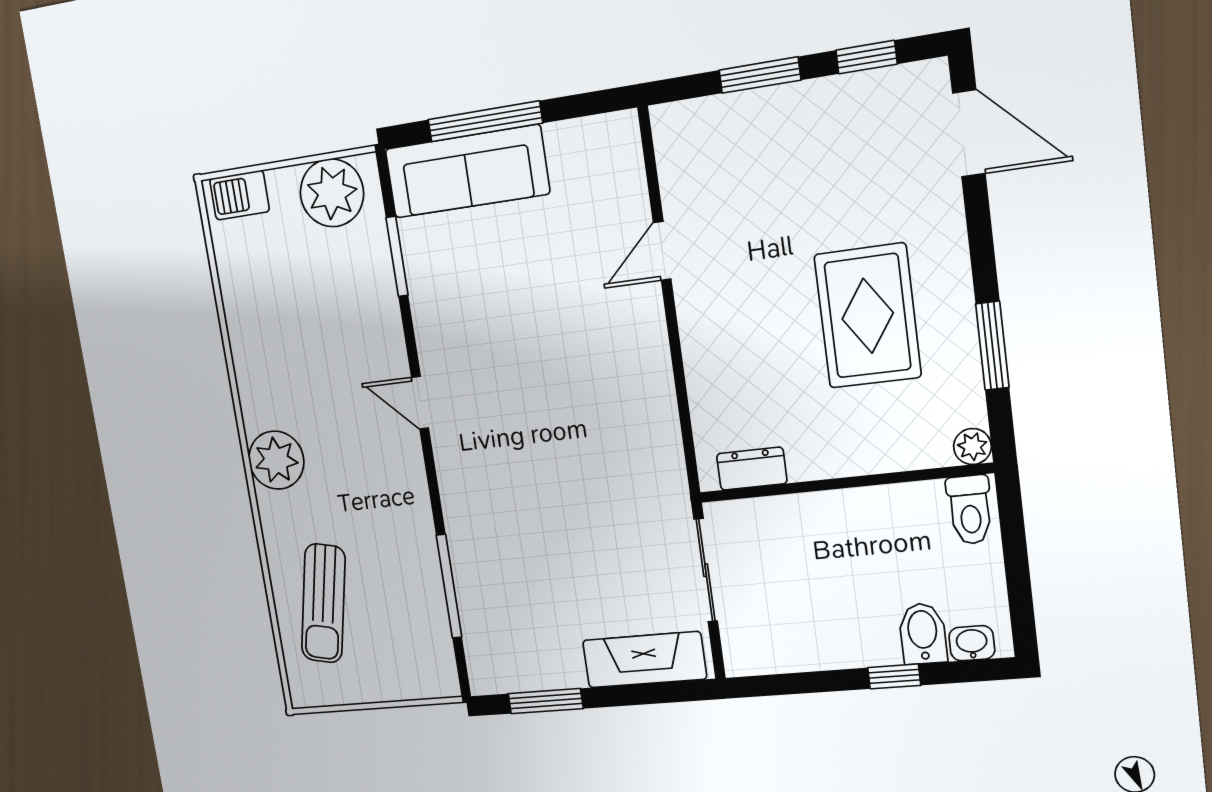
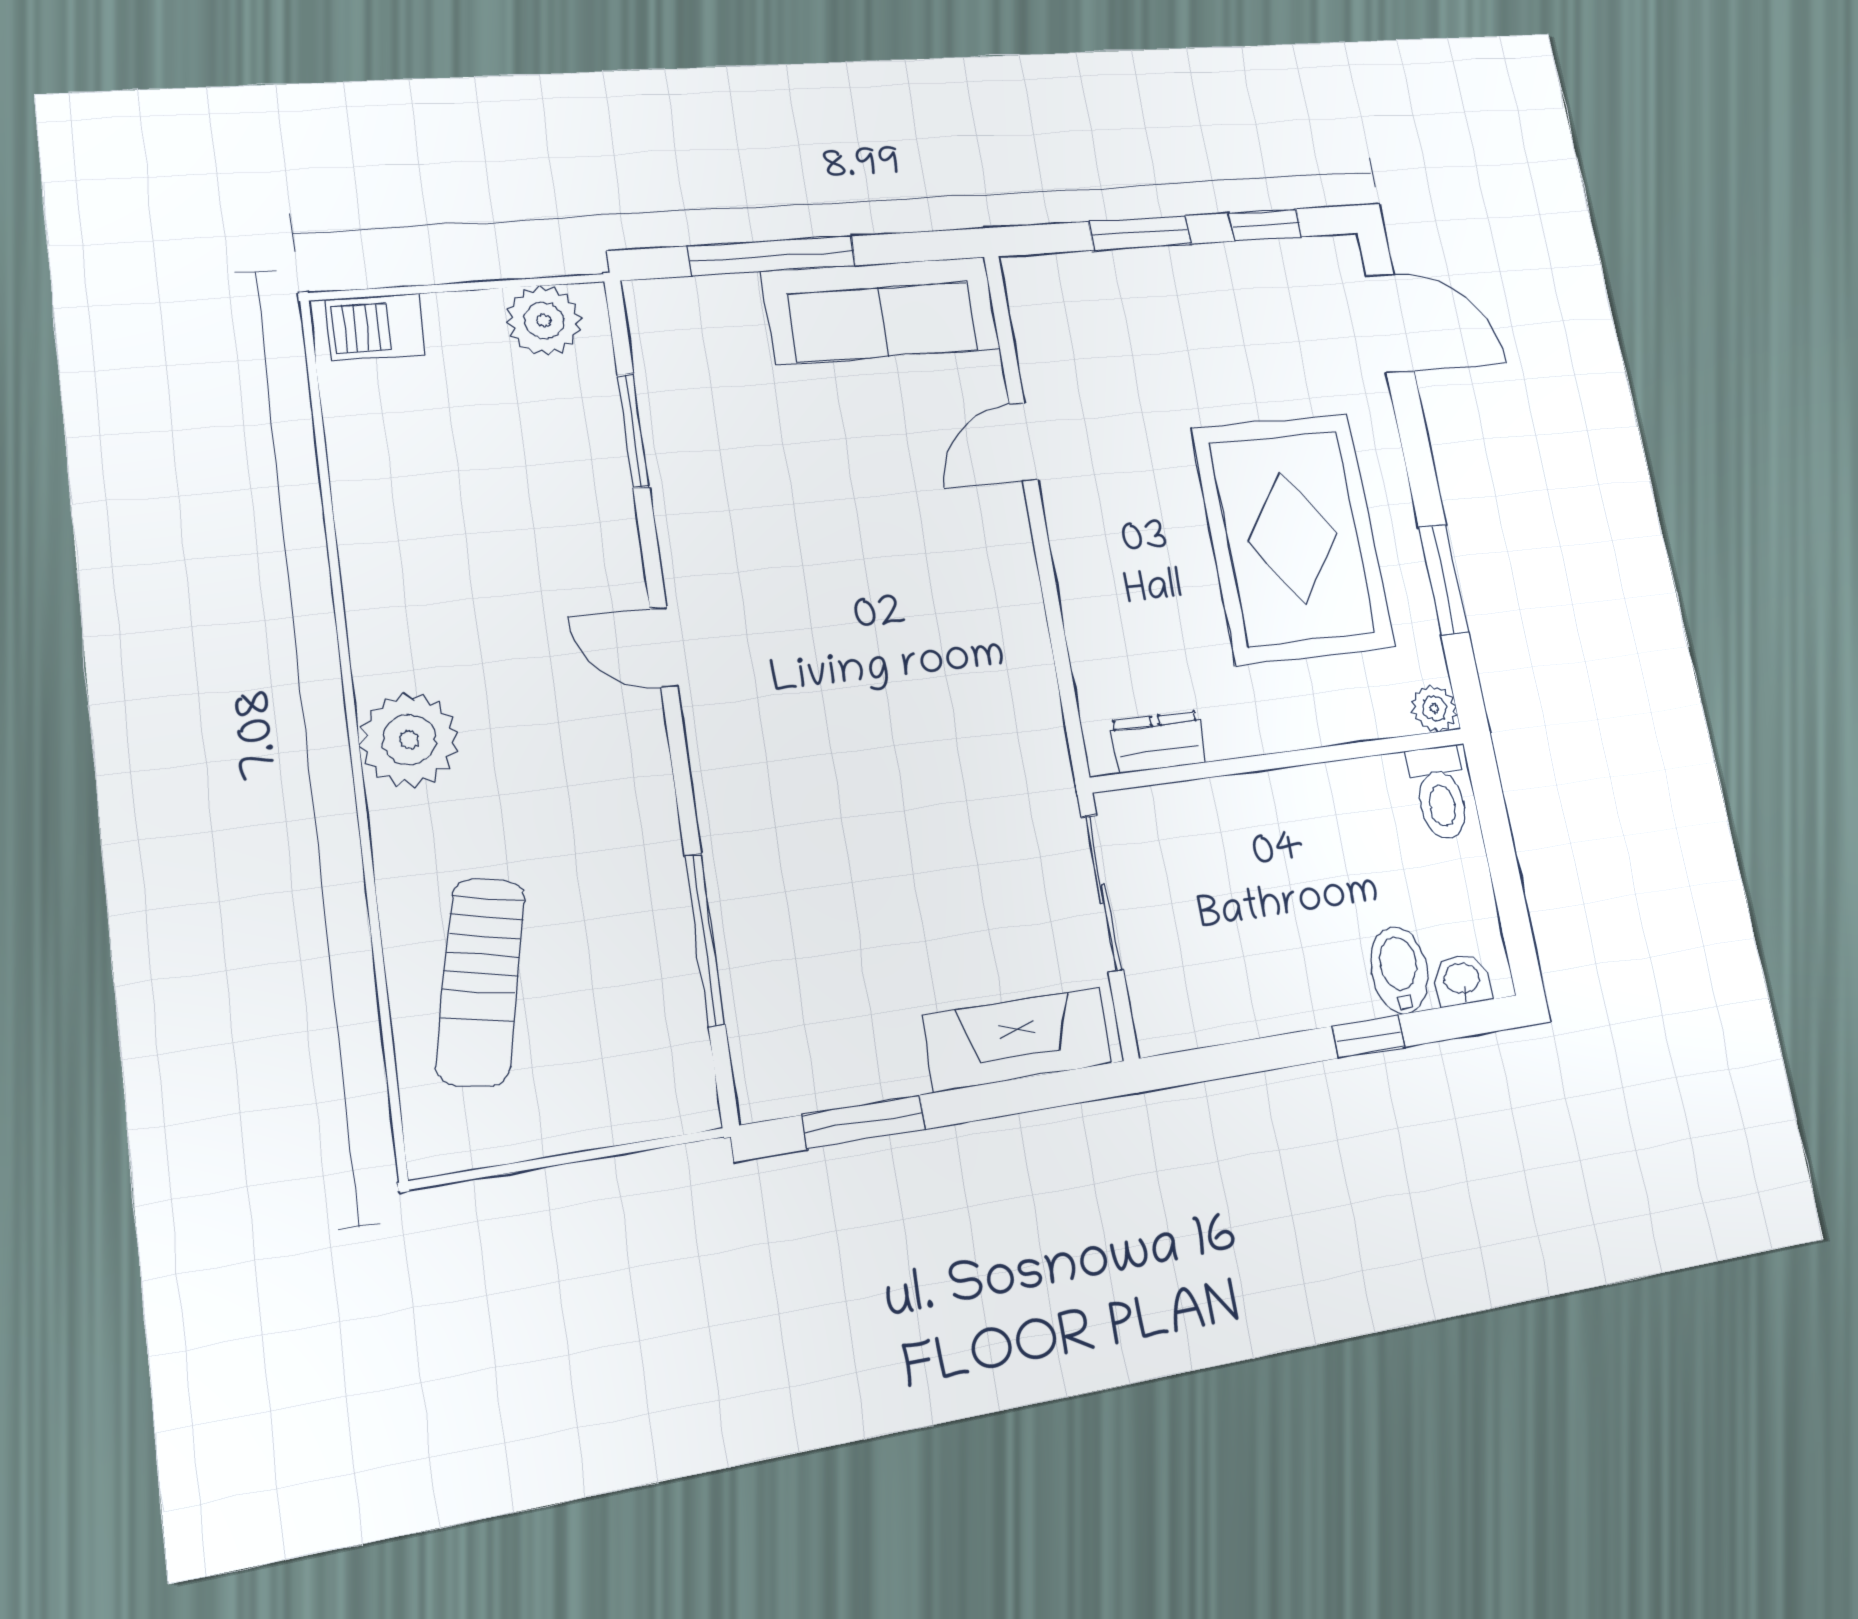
sofa: (467, 171) -> (881, 310), moved
plant: (332, 193) -> (544, 320), width x0.73, depth x0.73
rug: (868, 316) -> (1293, 538), width x1.37, depth x1.44

